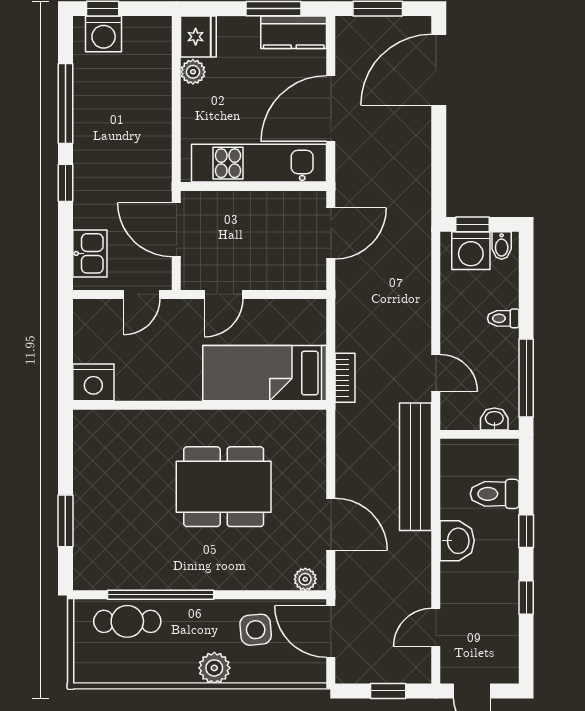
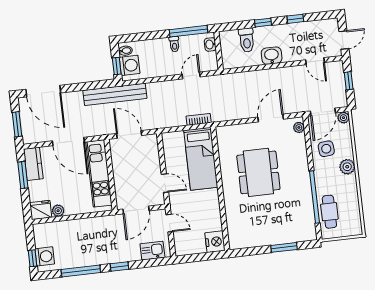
toilet: (503, 318) -> (174, 44), moved
bench: (416, 467) -> (115, 94), moved
plant: (315, 672) -> (343, 118), added

